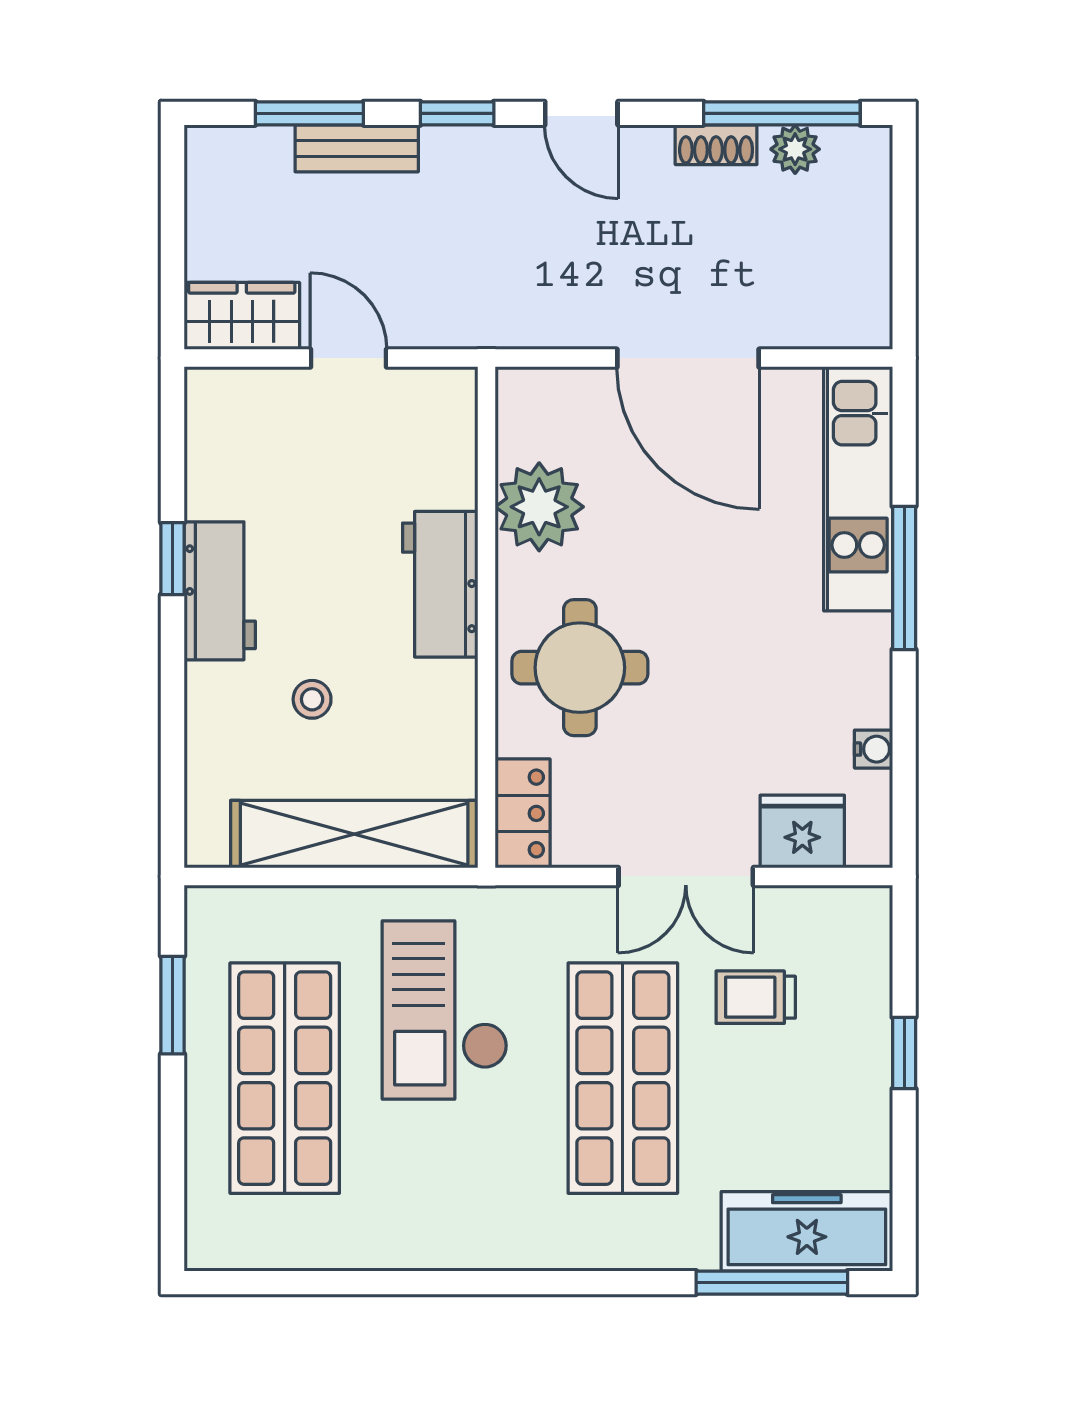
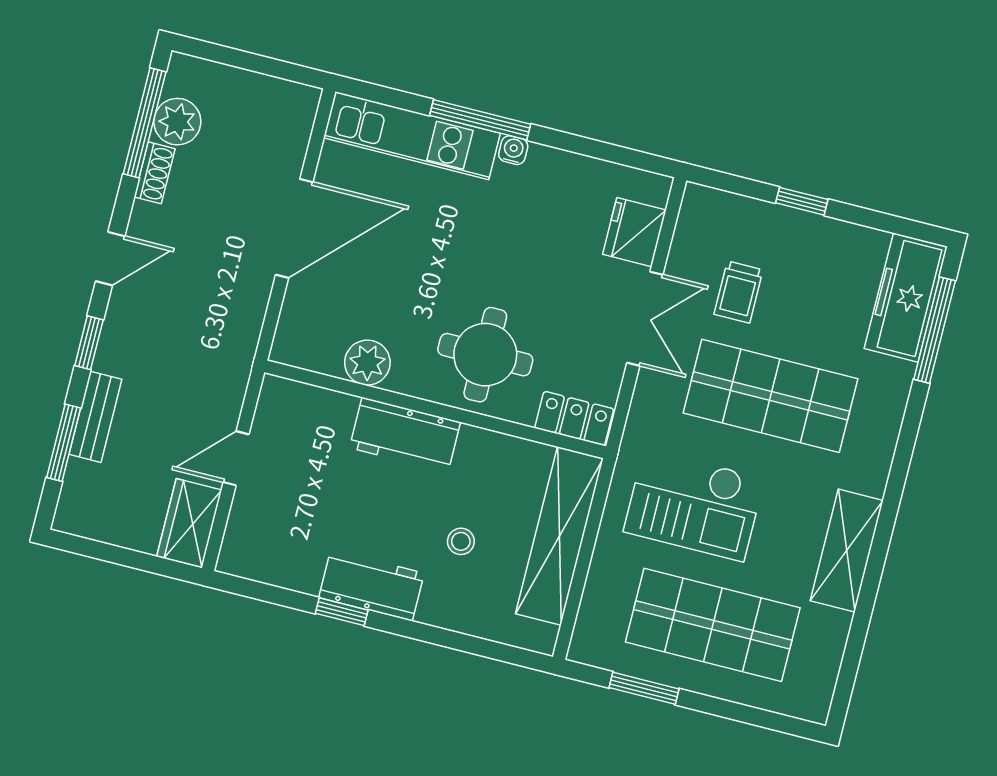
plant: (795, 149) -> (177, 122), width x1.38, depth x1.38
plant: (539, 507) -> (367, 363), width x0.73, depth x0.73
water cooler: (873, 749) -> (513, 150), moved
shelving: (435, 1238) -> (847, 551), added

